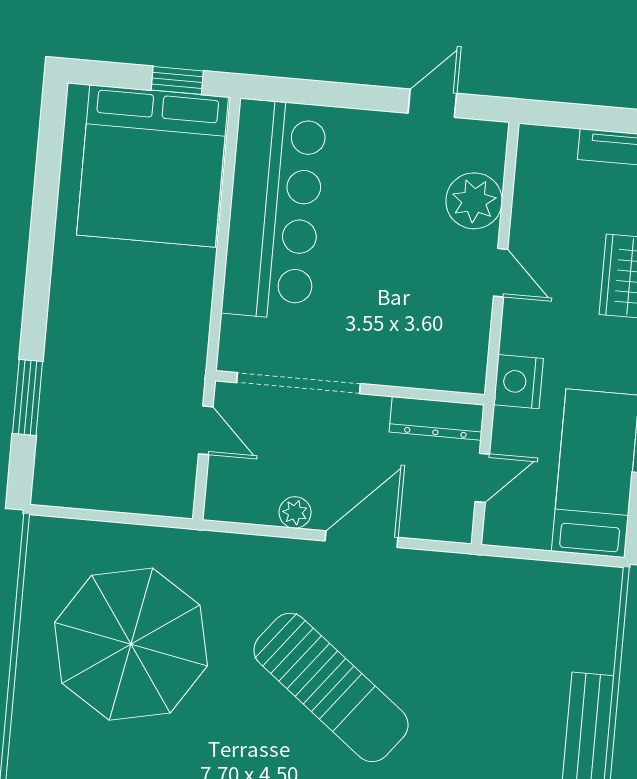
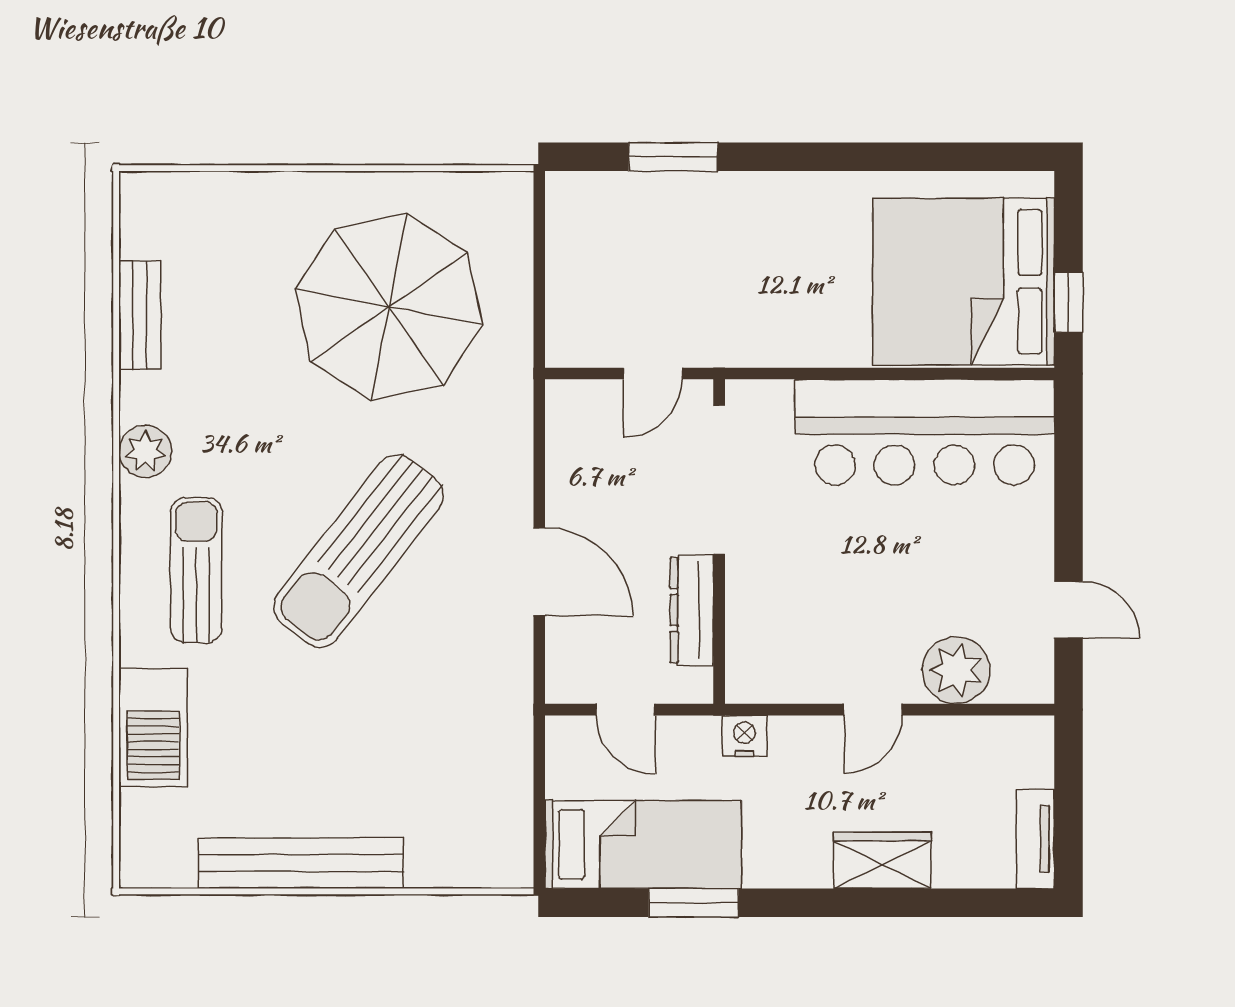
nightstand: (518, 382) -> (744, 736), width x0.74, depth x0.75
dresser: (437, 418) -> (692, 610), moved
plant: (295, 512) -> (564, 489), removed

